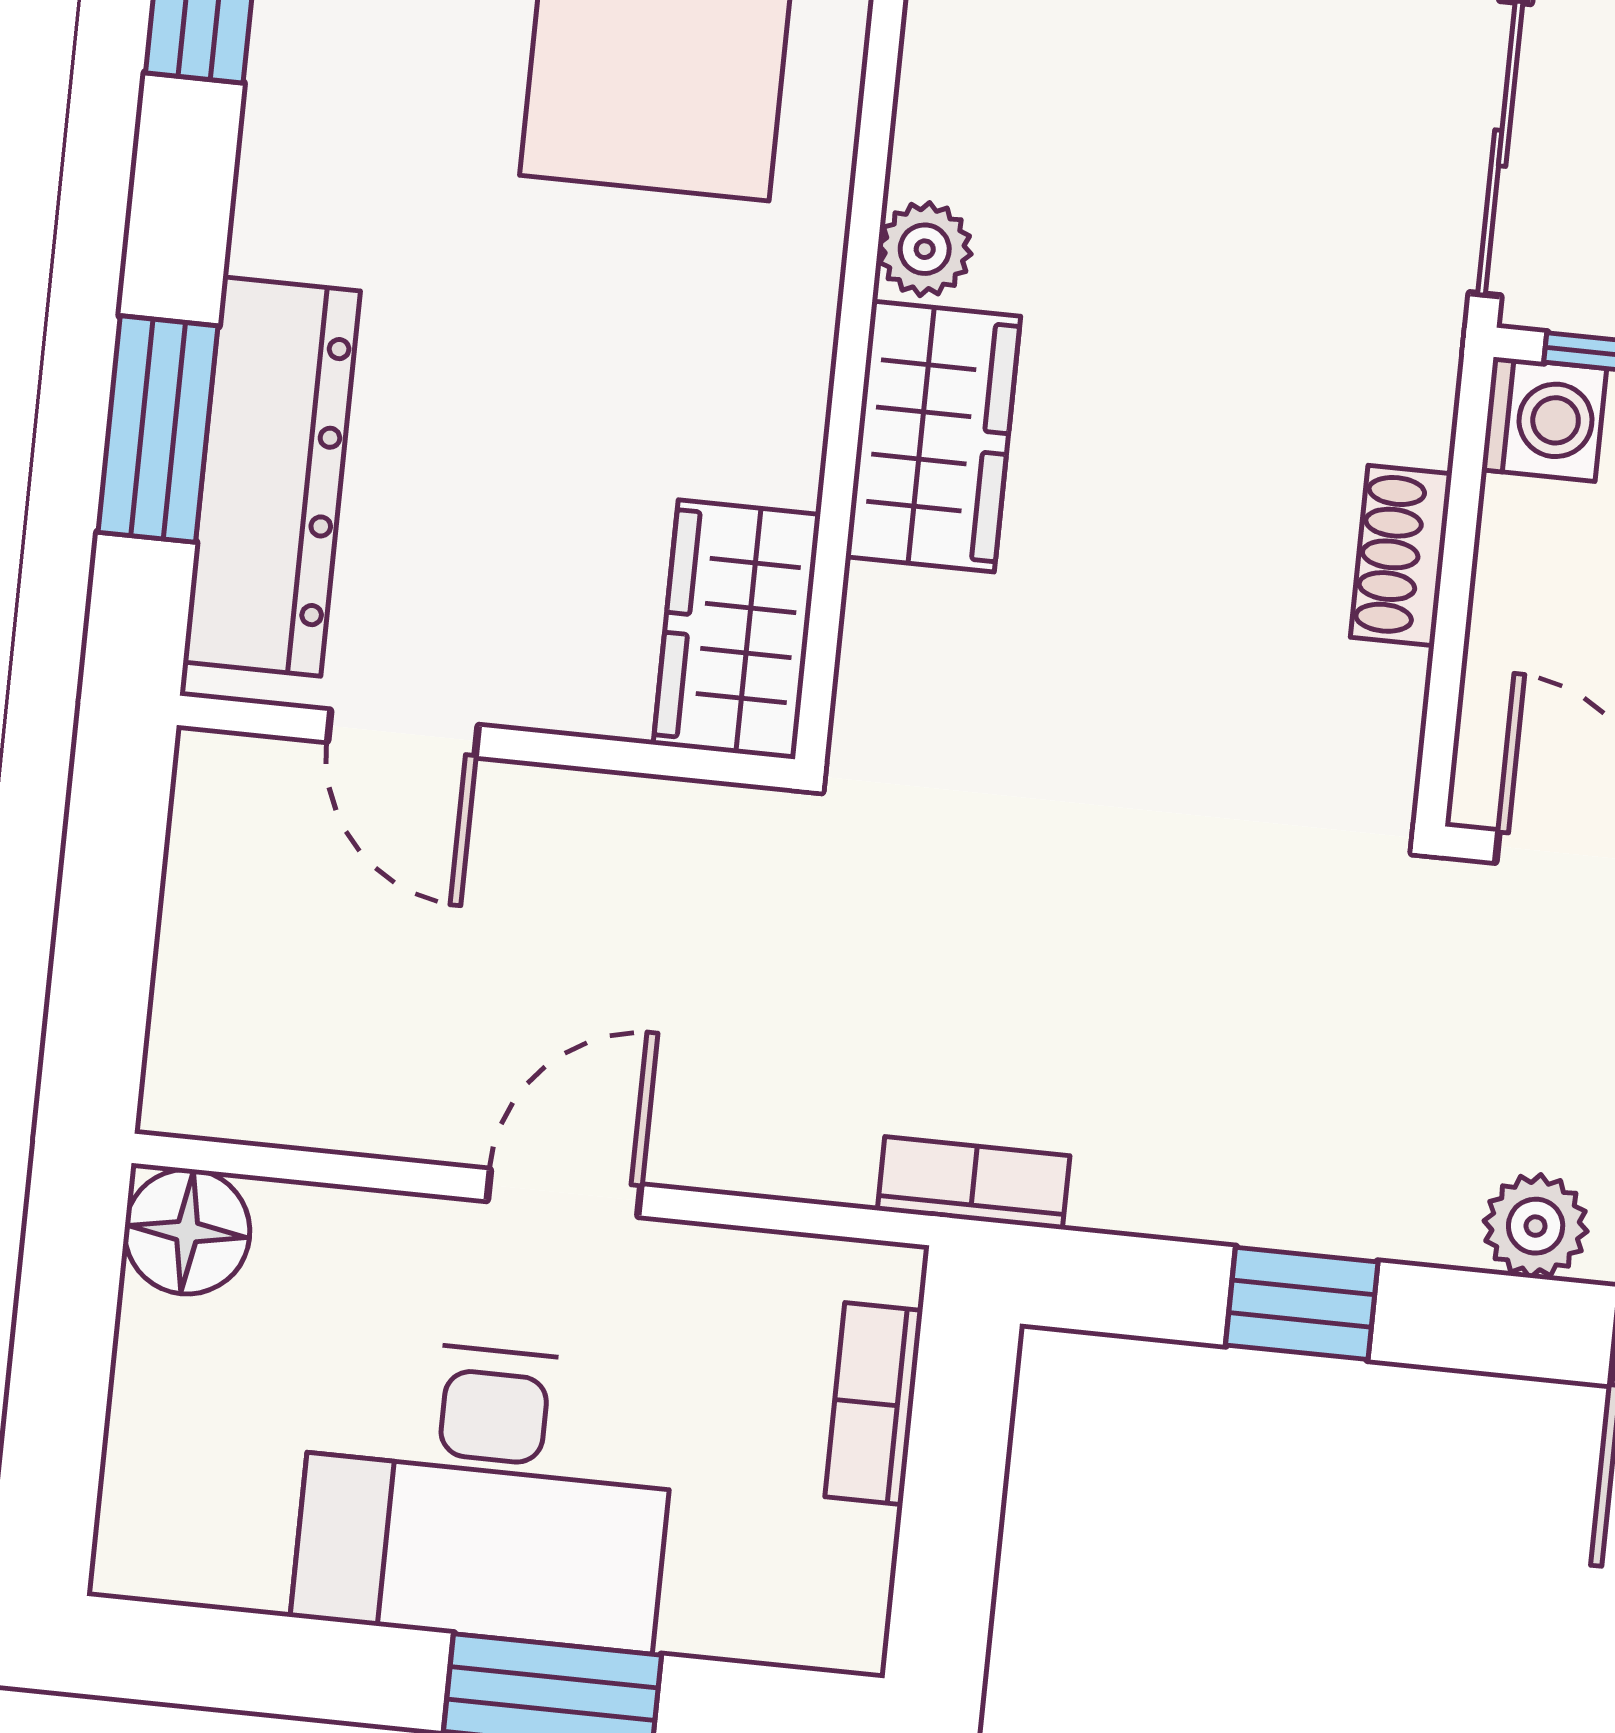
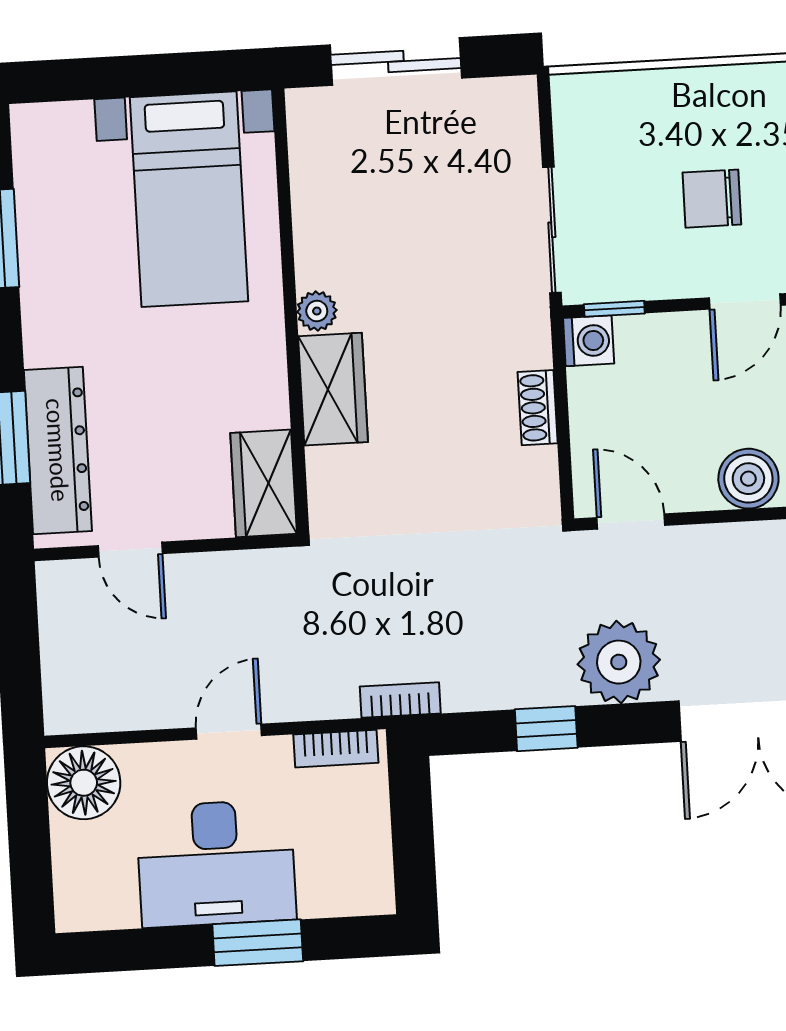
plant: (1536, 1226) -> (619, 662), width x1.88, depth x1.88
floor lamp: (187, 1232) -> (84, 783), width x1.38, depth x1.38
bookcase: (874, 1404) -> (336, 749), moved, turned -90

